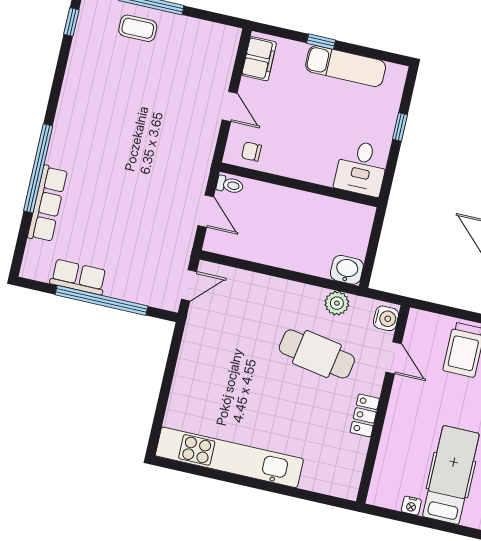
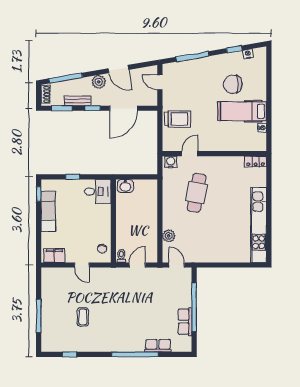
window: (71, 22) -> (69, 354), moved
coffee table: (138, 28) -> (83, 317), moved
window: (321, 42) -> (39, 194), moved
door: (230, 106) -> (82, 265), swing flipped
row of seats: (47, 204) -> (158, 346), width x0.68
washbasin: (347, 270) -> (125, 186), moved, turned -90
plant: (337, 303) -> (169, 236), moved
locker: (365, 415) -> (256, 162), moved

